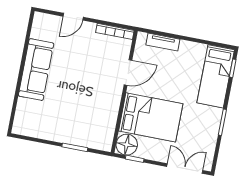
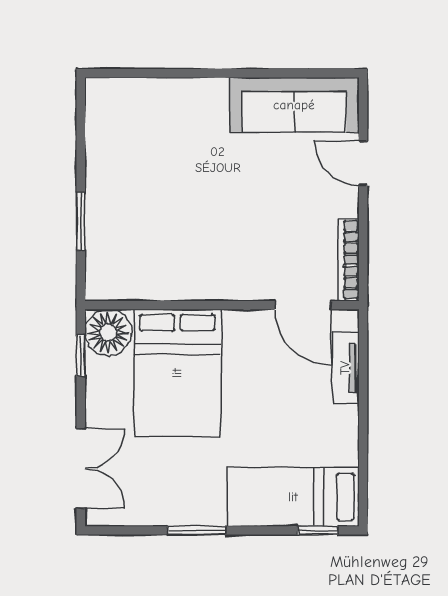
sofa: (36, 70) -> (294, 105), moved
door: (128, 72) -> (303, 305), moved

